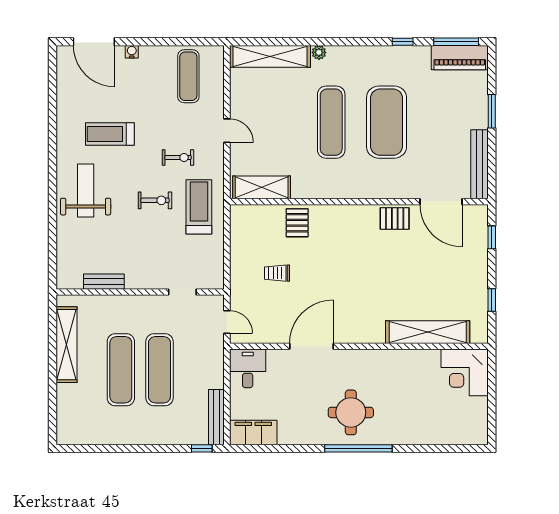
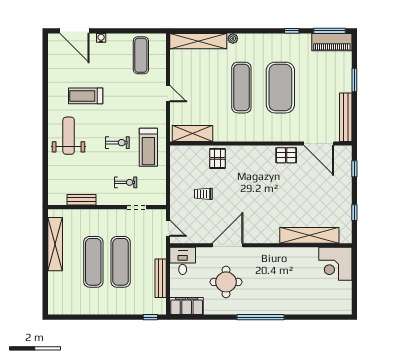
exercise bike: (178, 157) -> (126, 182), moved
treadmill: (199, 207) -> (148, 147), turned 180
round table: (351, 412) -> (226, 282), moved
bench: (216, 417) -> (161, 278), moved

